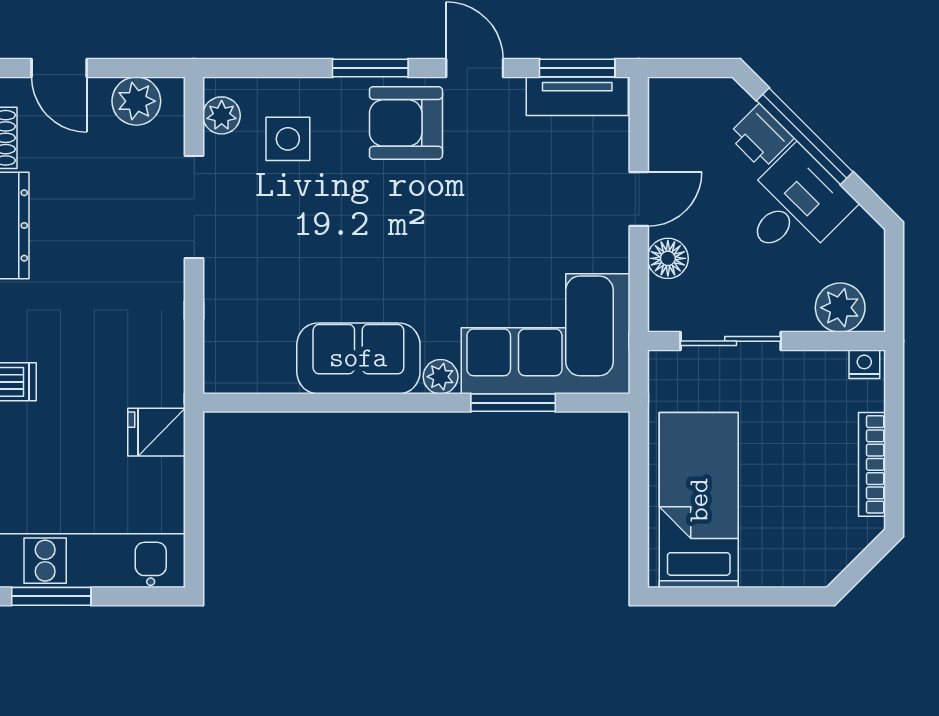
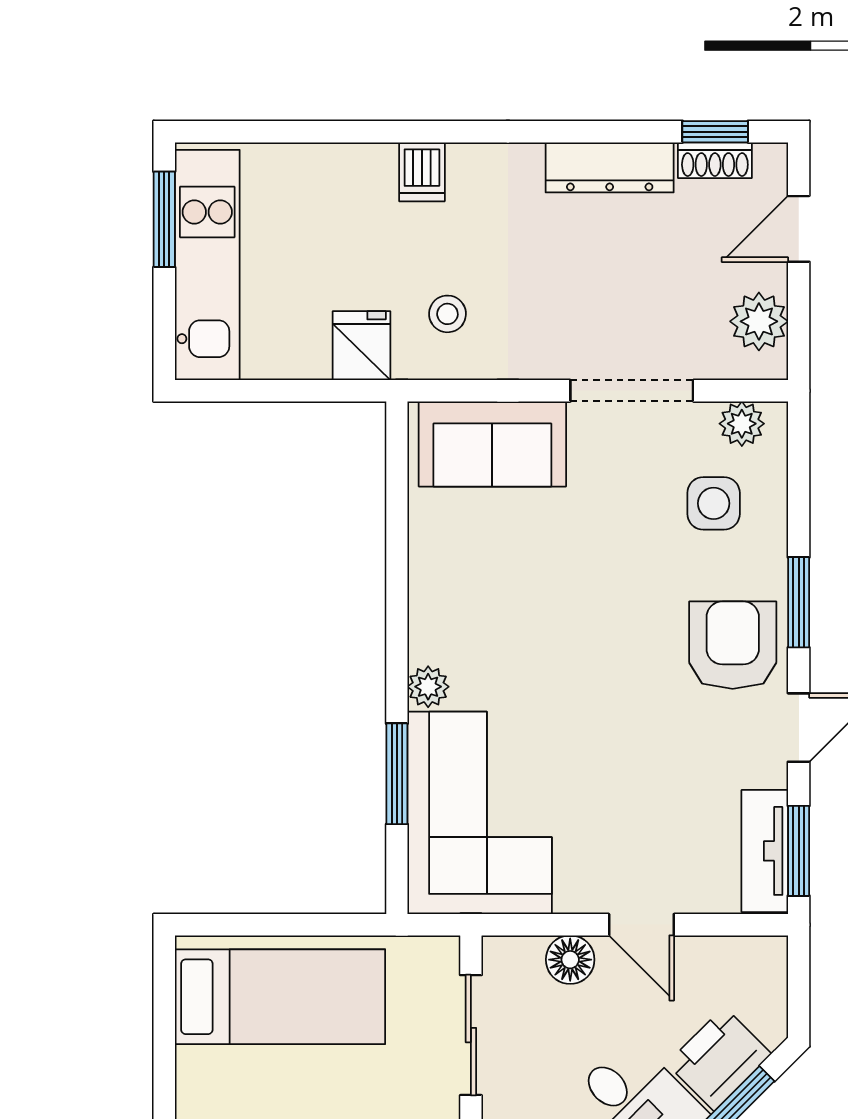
printer: (761, 137) -> (719, 1059), width x1.36, depth x1.24
sofa: (358, 358) -> (492, 444), moved, turned 90
stool: (130, 361) -> (447, 314), added

